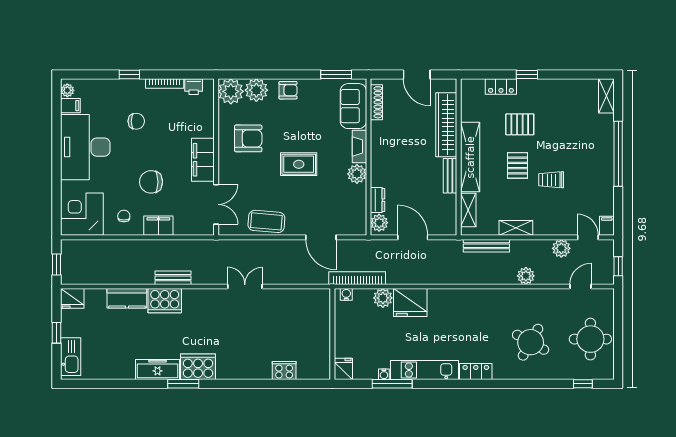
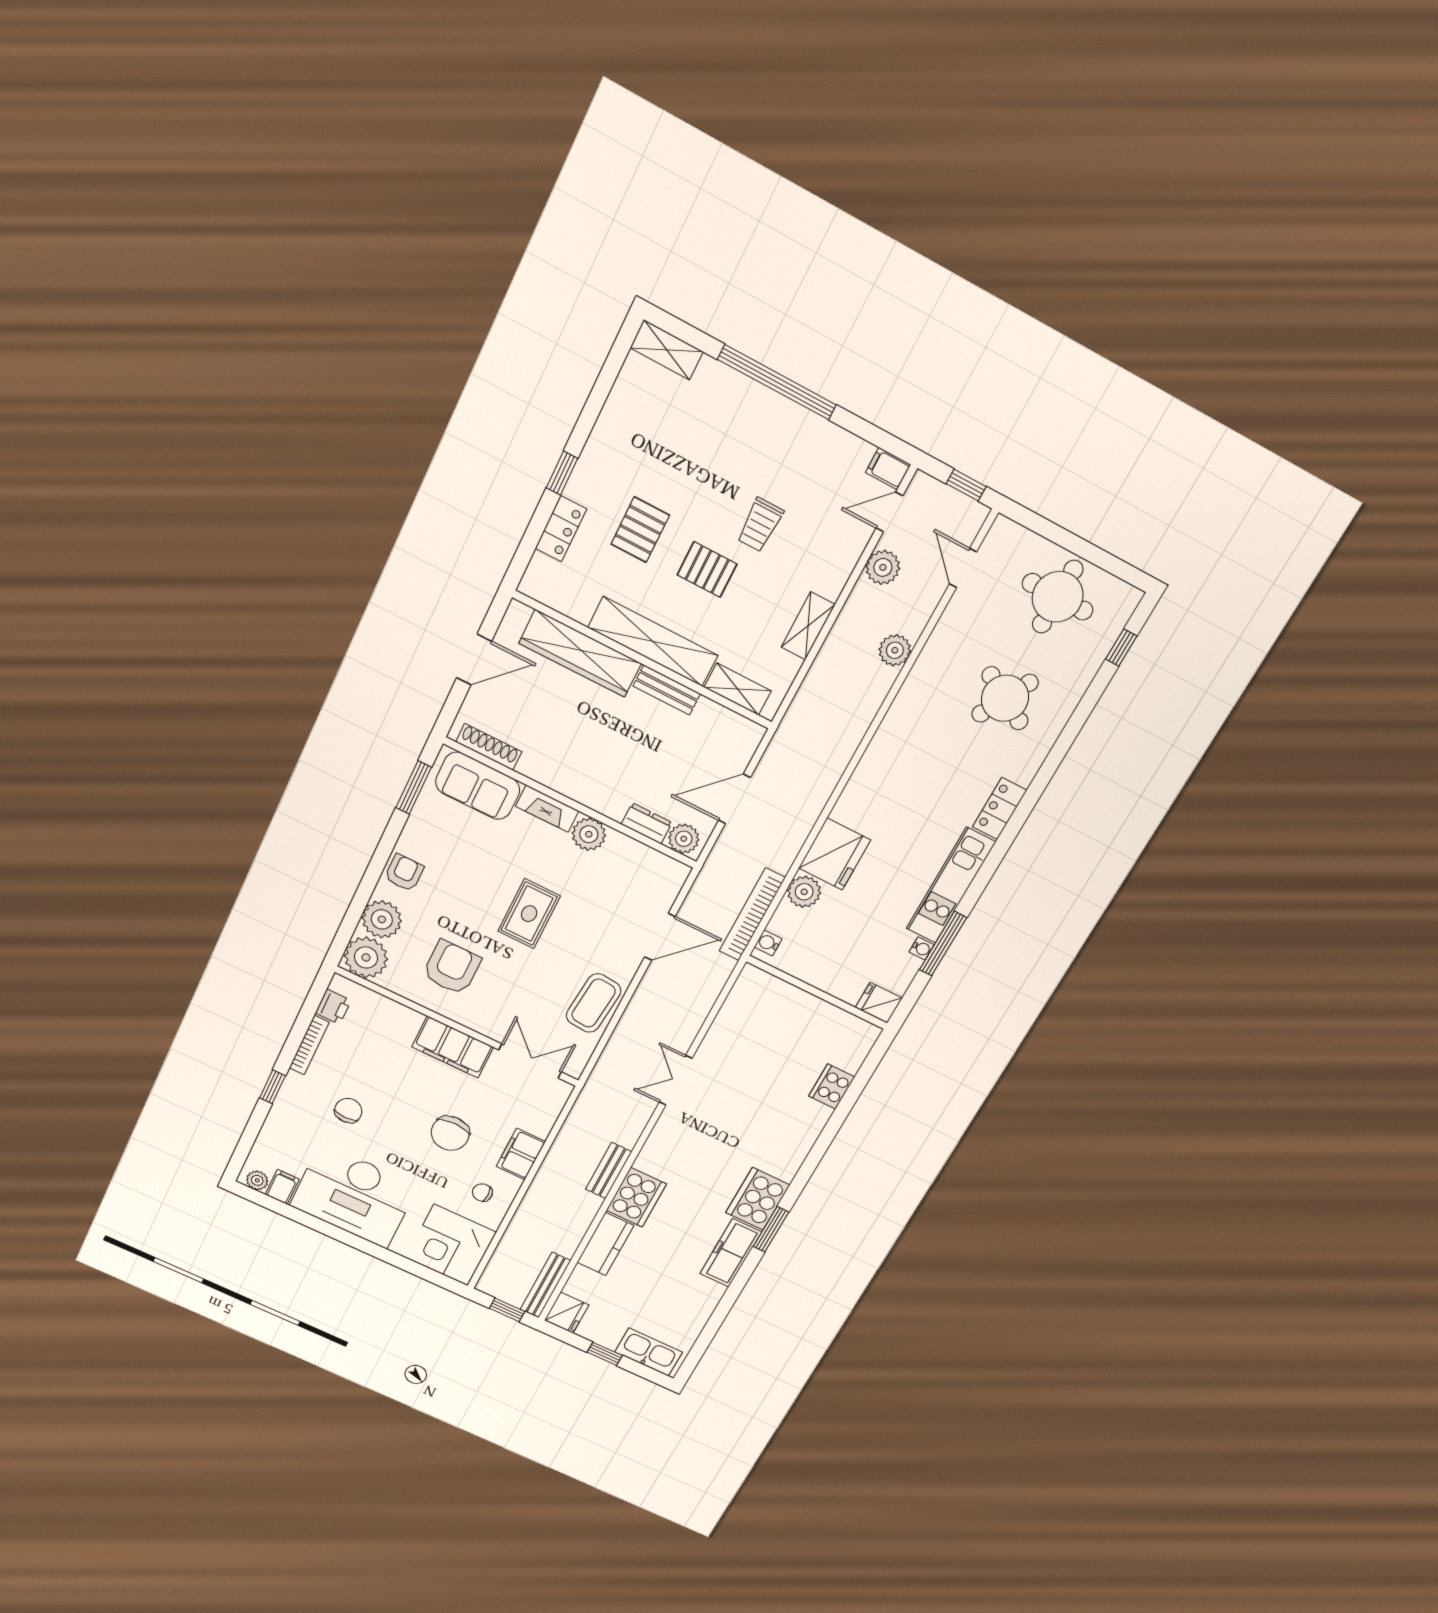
bench: (486, 246) -> (545, 1285), moved

